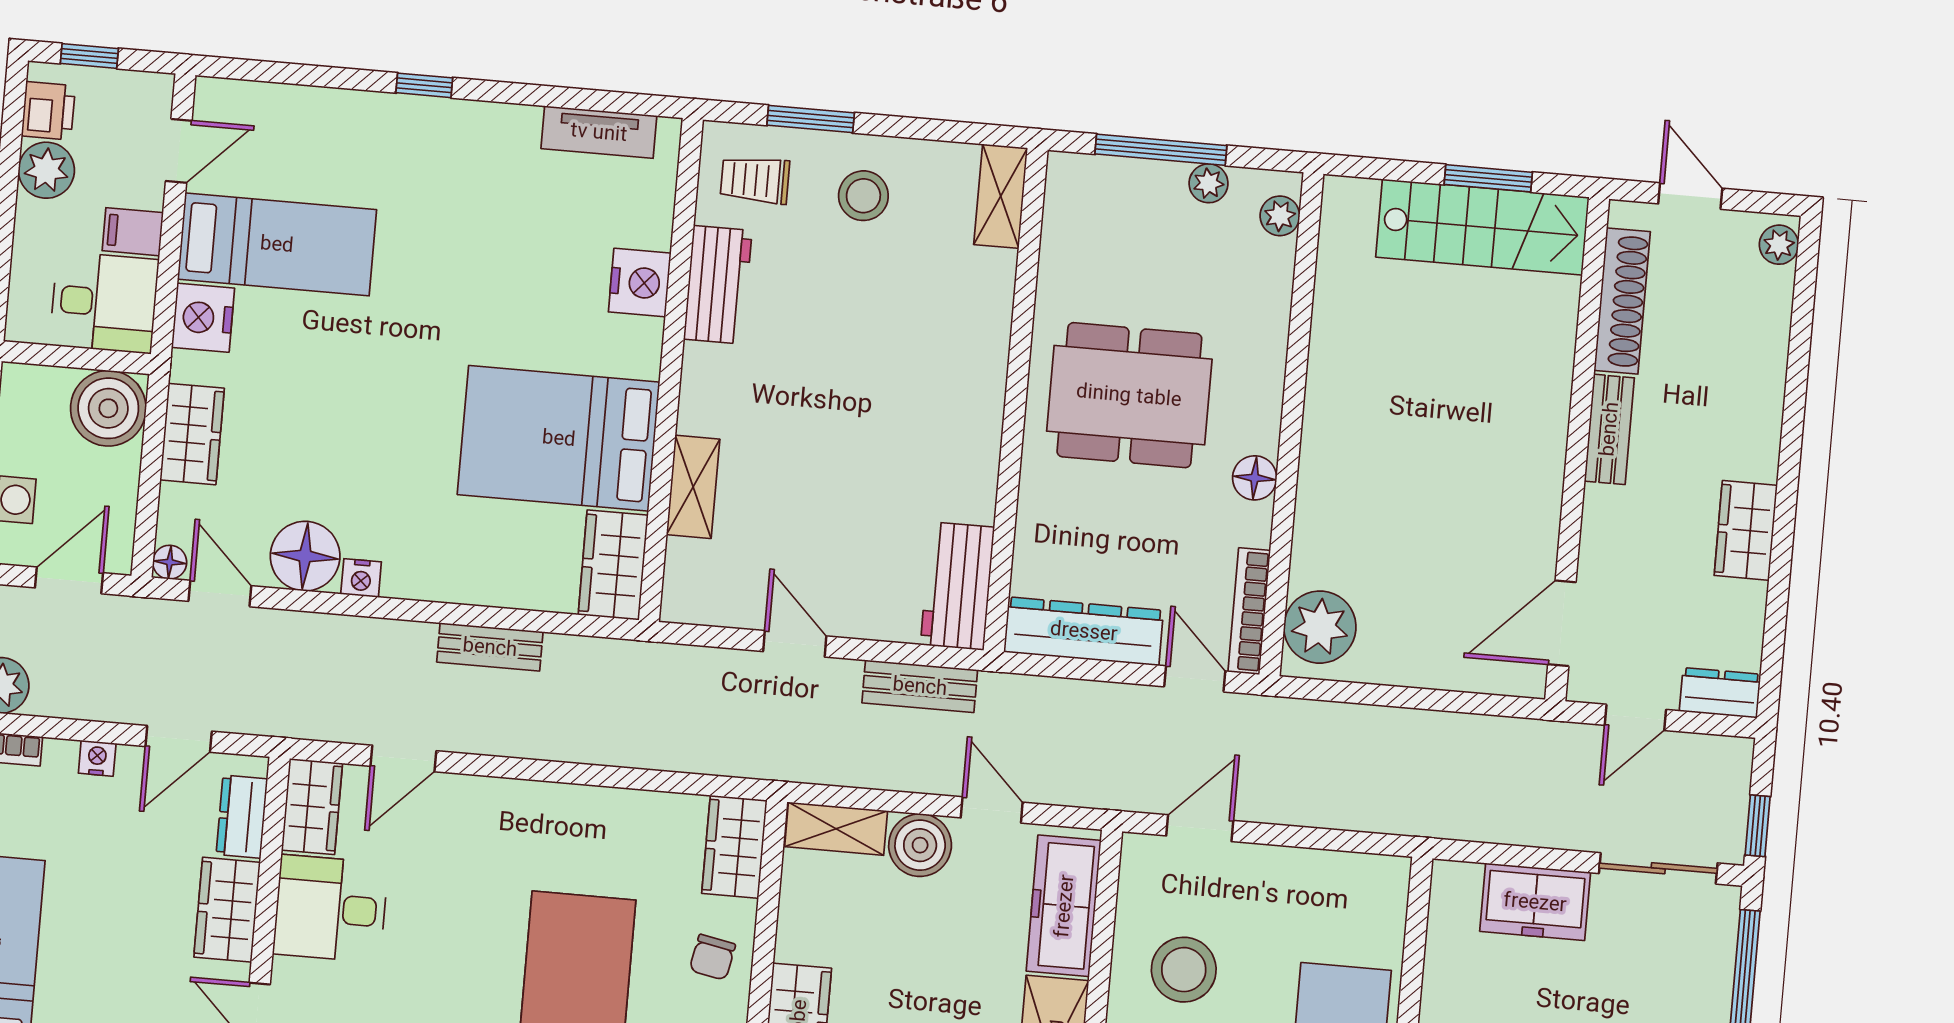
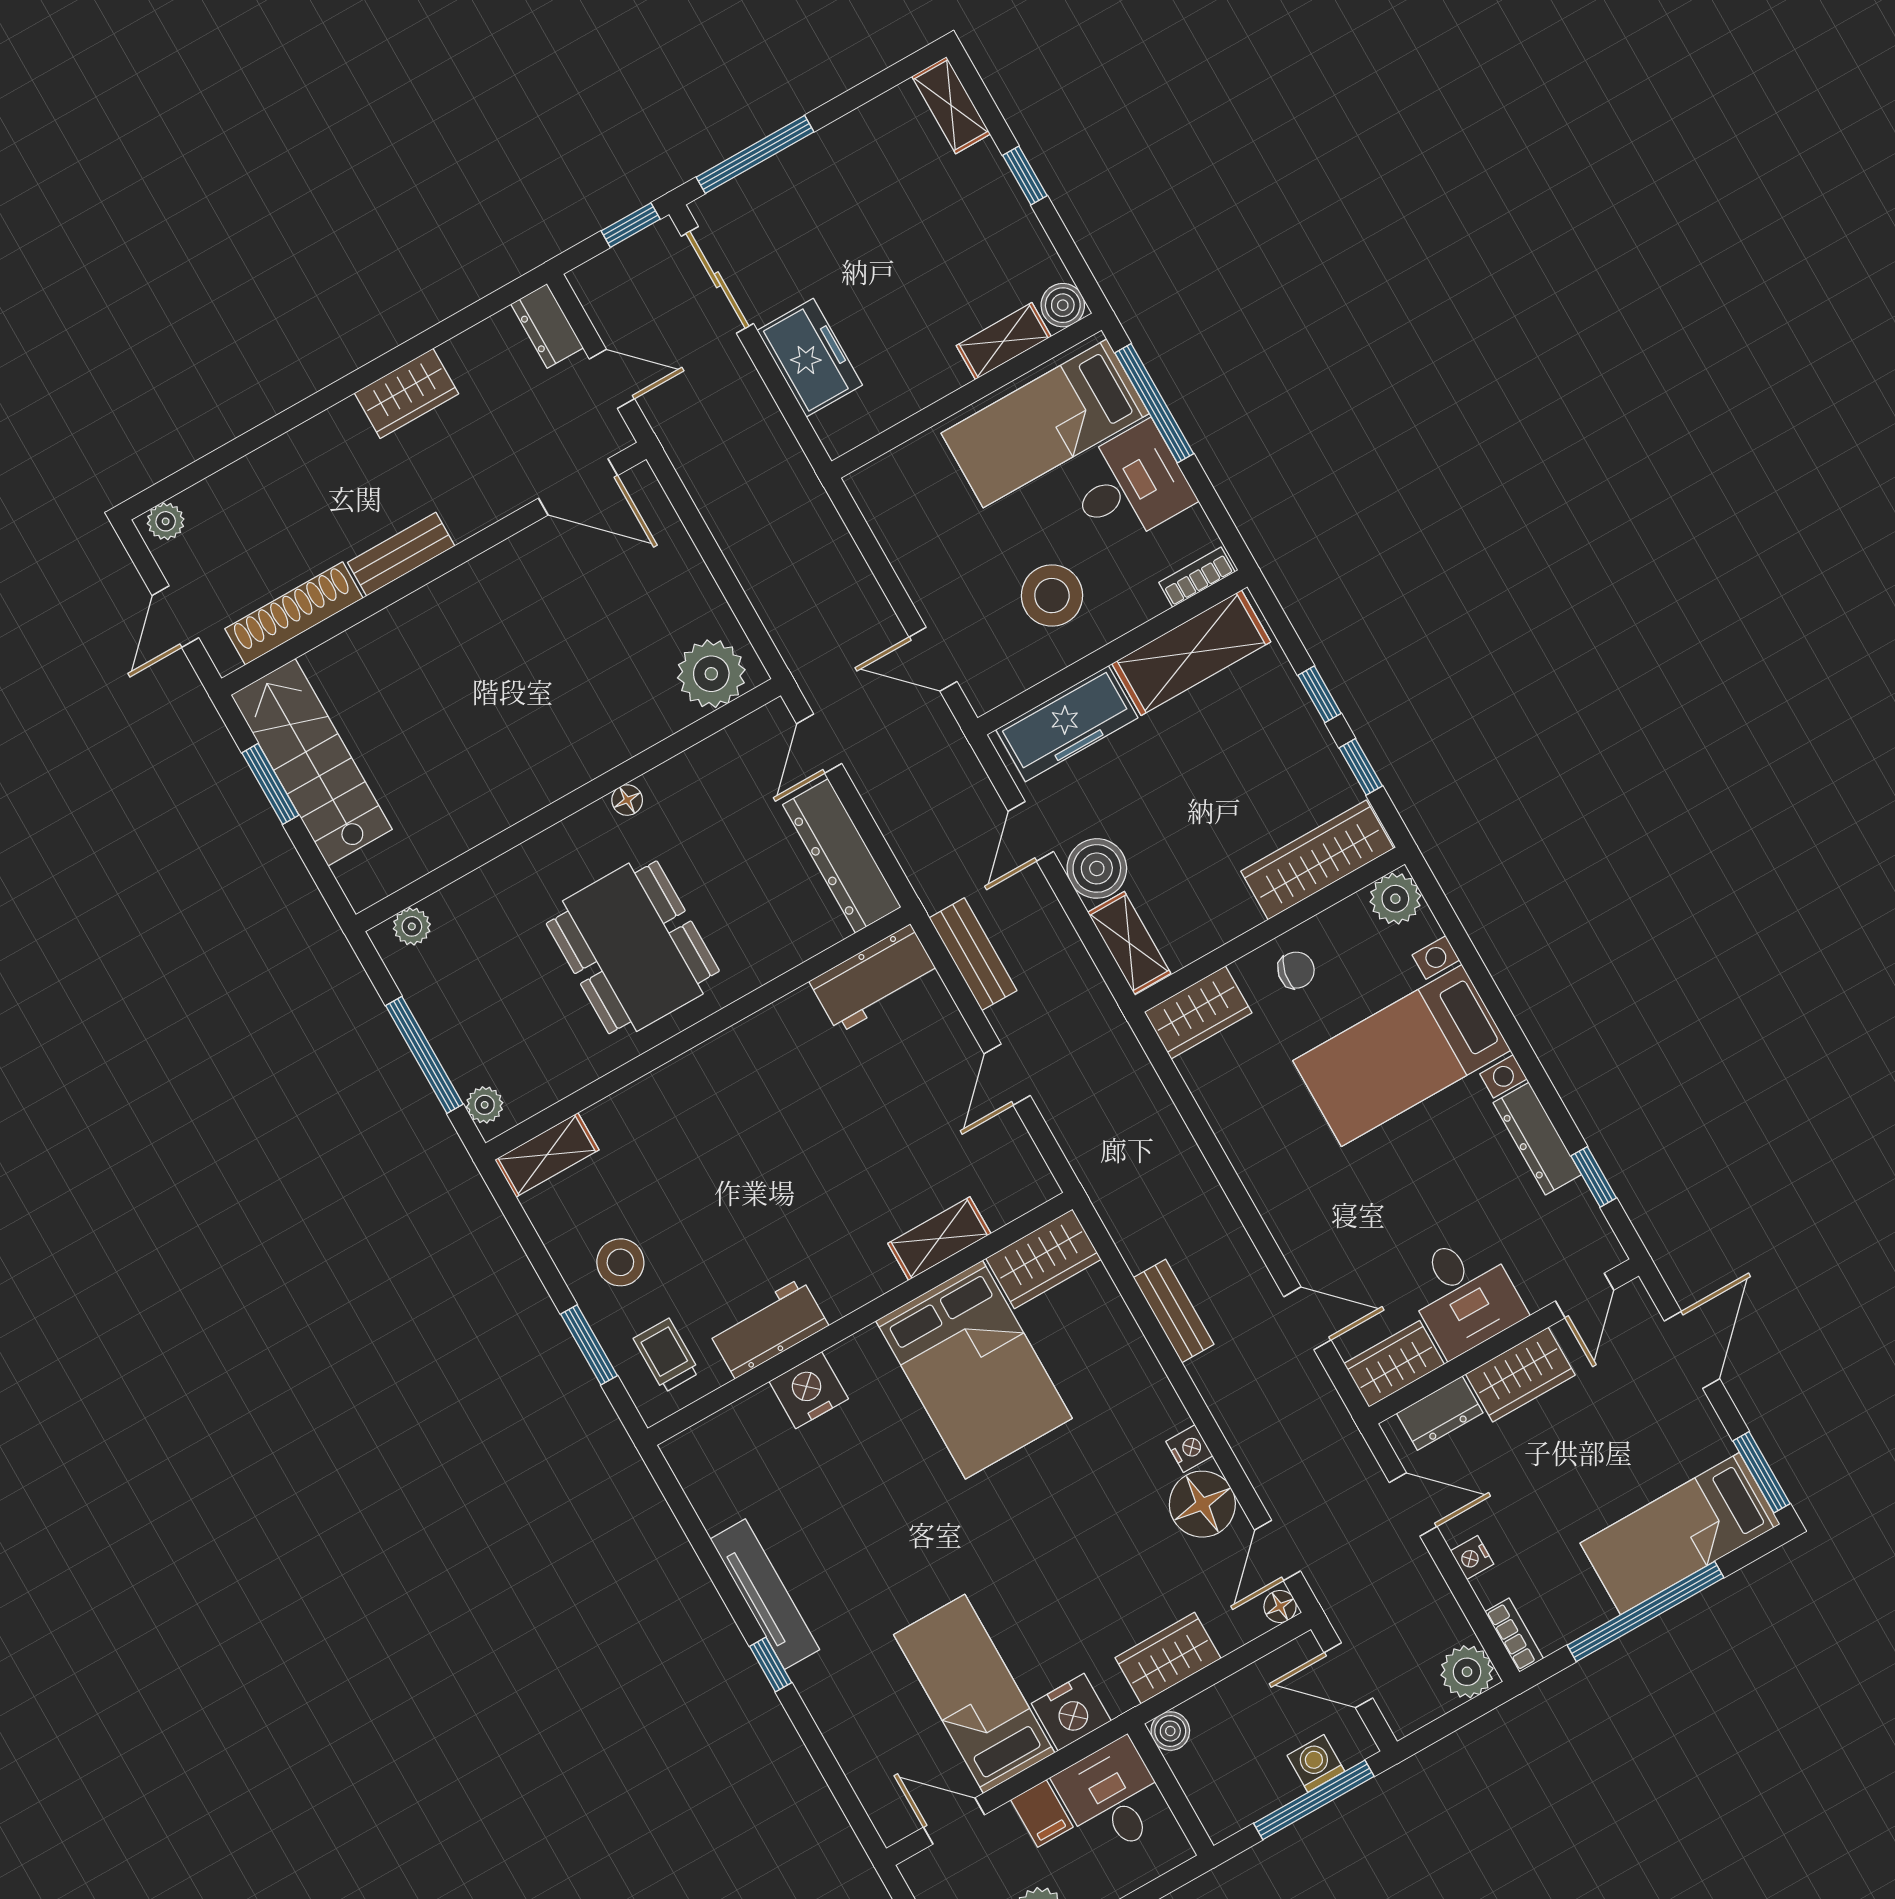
tv unit: (599, 132) -> (765, 1594), moved, width x1.41
trolley: (755, 180) -> (666, 1355), turned 180
plant: (1209, 183) -> (485, 1105), moved
boiler: (108, 408) -> (1170, 1731), width x0.54, depth x0.54
floor lamp: (1255, 478) -> (627, 800), width x0.73, depth x0.73
bookcase: (1249, 611) -> (737, 738), removed

